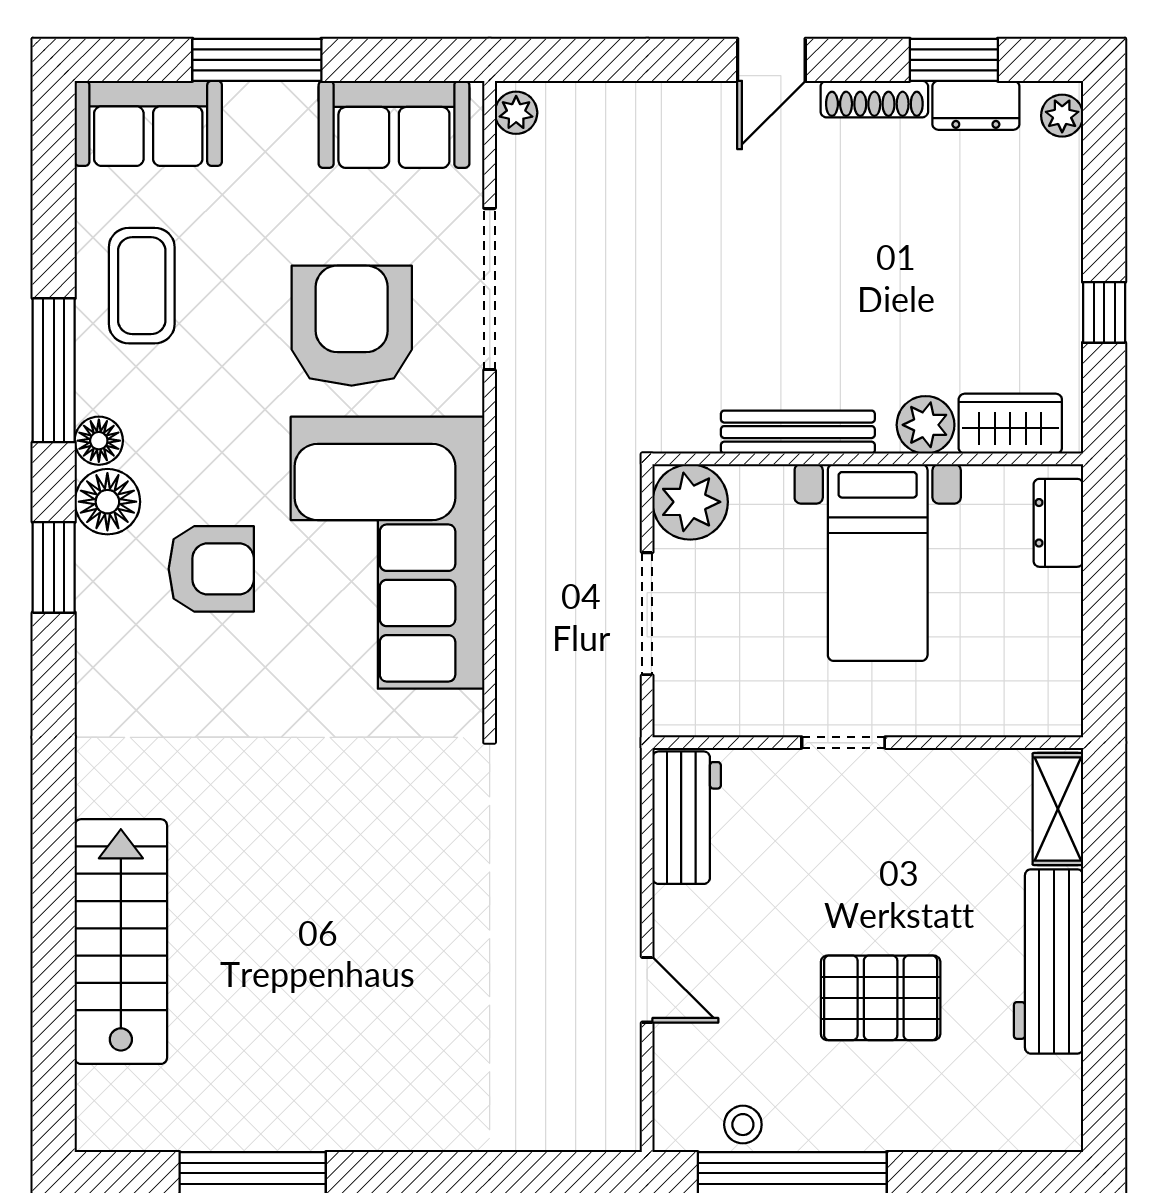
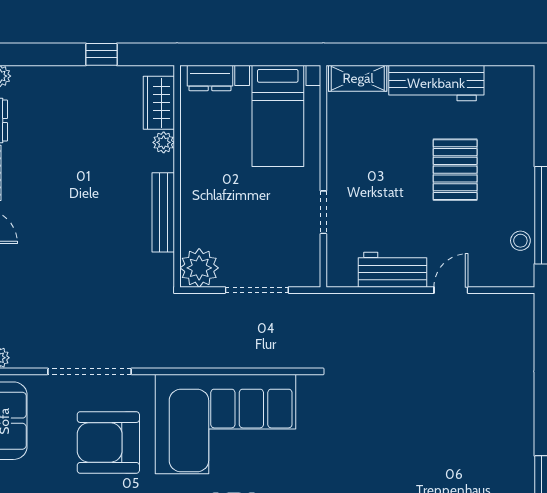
plant: (926, 425) -> (164, 142), width x0.73, depth x0.73
bed with nightstands: (878, 563) -> (278, 116), moved, turned 90
doorway: (843, 743) -> (323, 212), moved
workbench: (687, 818) -> (393, 270), moved

